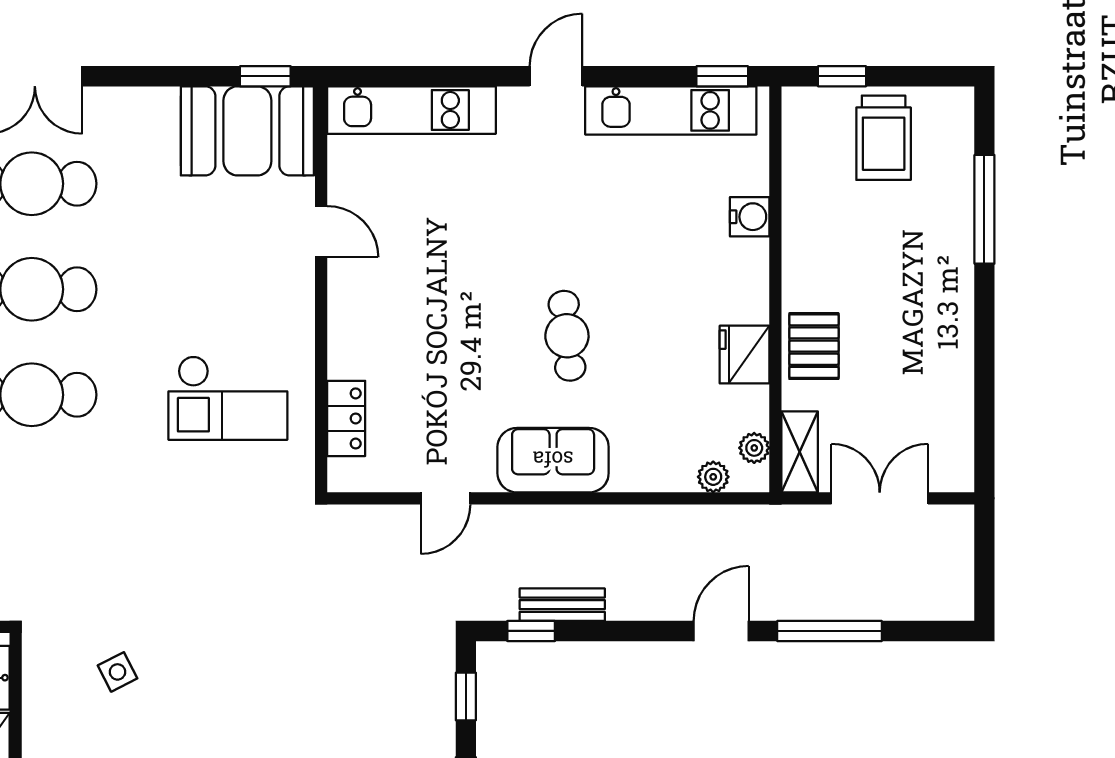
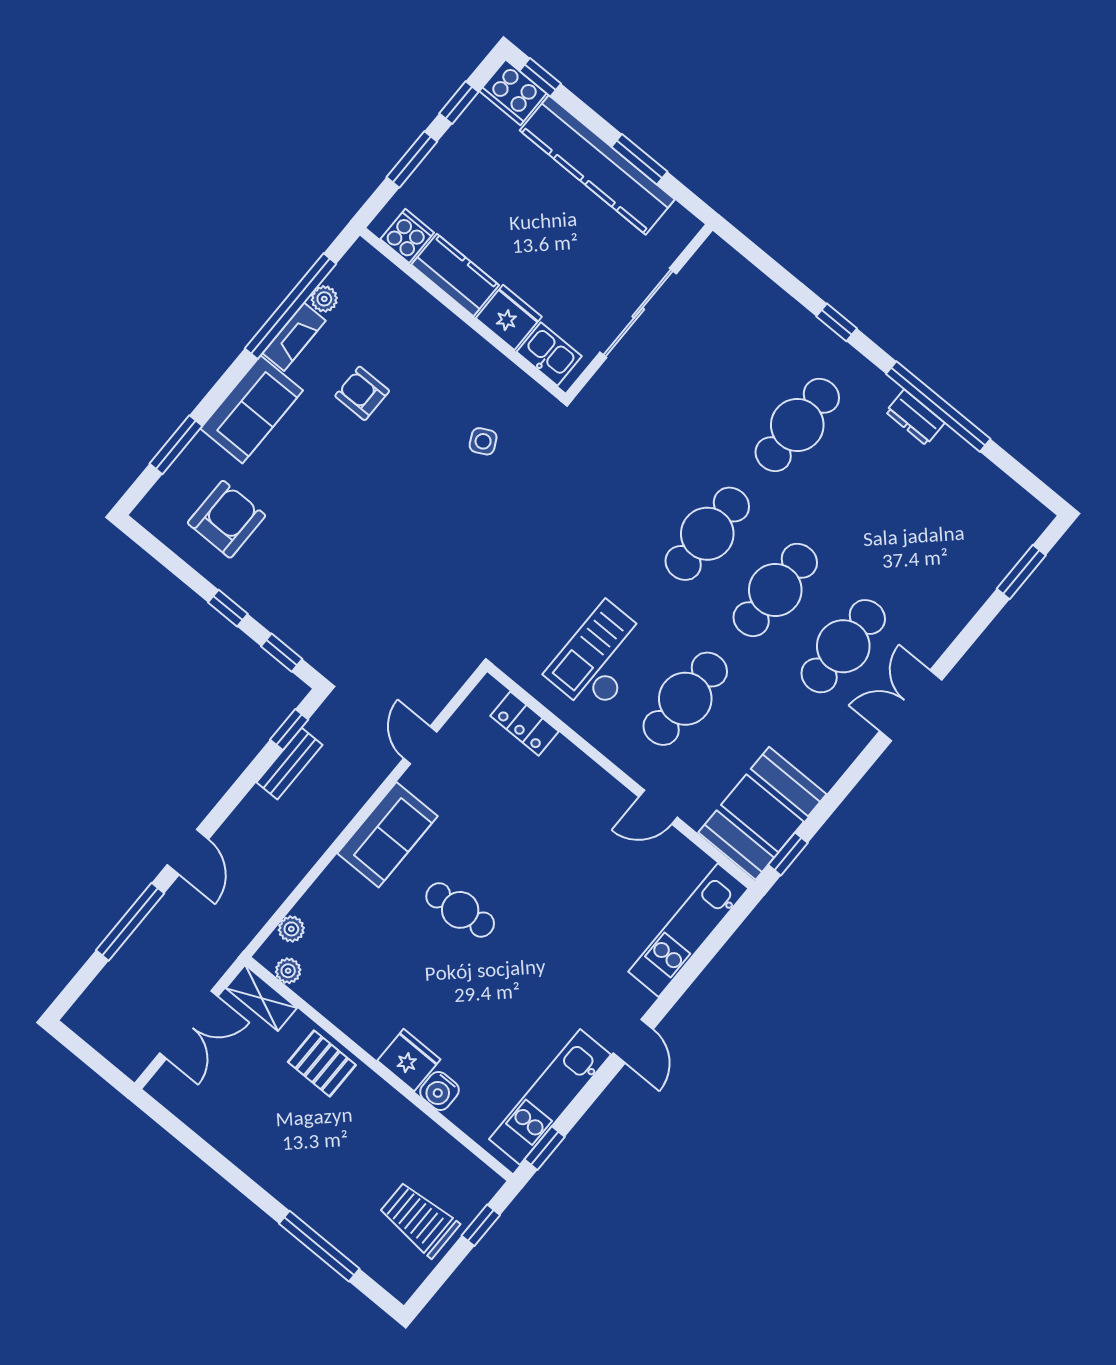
cafe table: (201, 289) -> (685, 699), added
fridge: (745, 355) -> (409, 1060), moved

